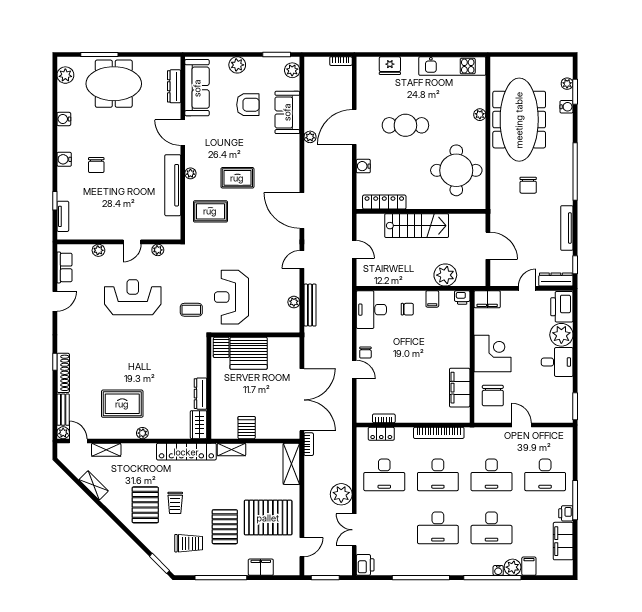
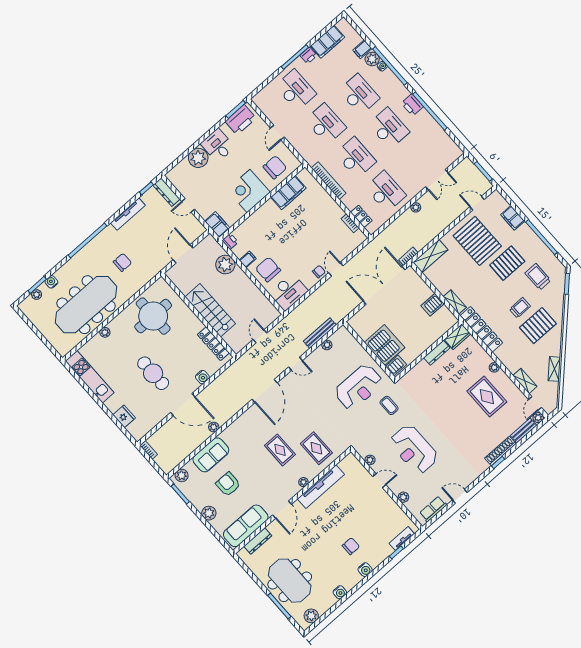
printer: (562, 307) -> (241, 120), moved
chair: (407, 309) -> (268, 269), width x1.87, depth x1.87
plant: (341, 494) -> (416, 207), width x0.53, depth x0.53
printer: (365, 565) -> (412, 105), moved, turned -90

